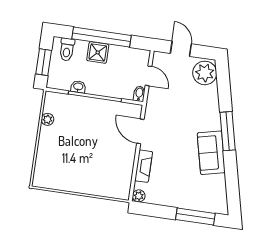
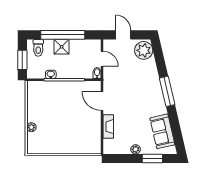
plant: (47, 119) -> (31, 127), moved
sofa: (211, 153) -> (162, 131), moved
plant: (139, 196) -> (136, 149), moved
window: (195, 216) -> (152, 158), width x0.69

